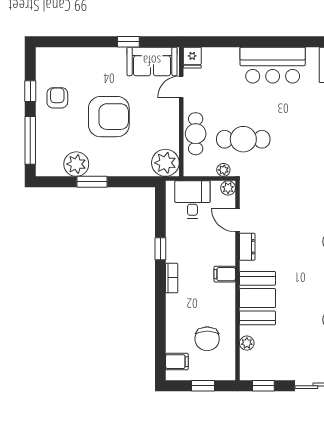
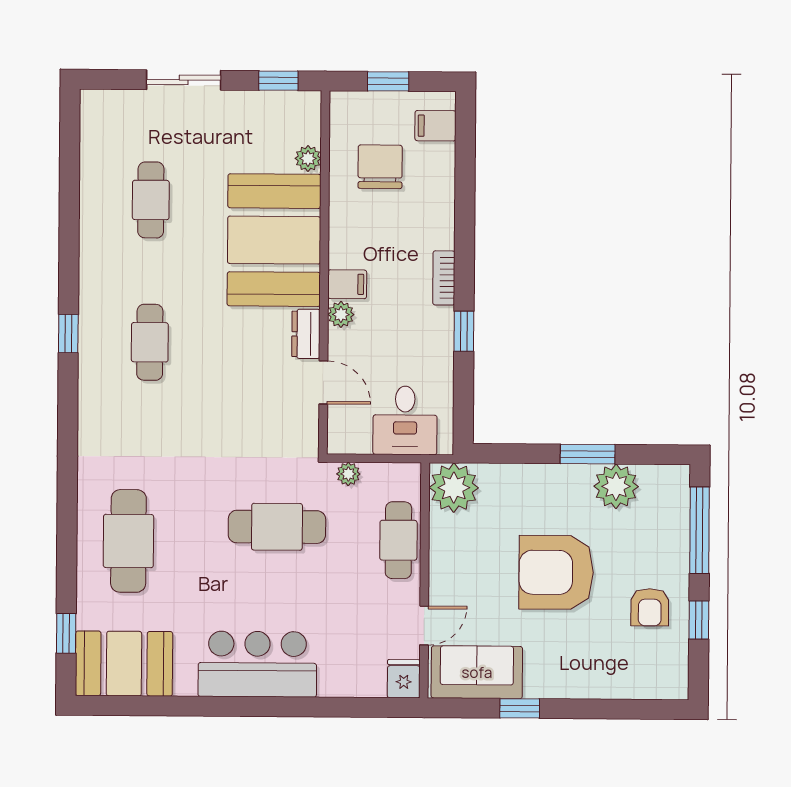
cafe table: (243, 139) -> (277, 527), moved
plant: (228, 188) -> (341, 314), moved
booth: (257, 298) -> (274, 240), width x1.36, depth x1.42

